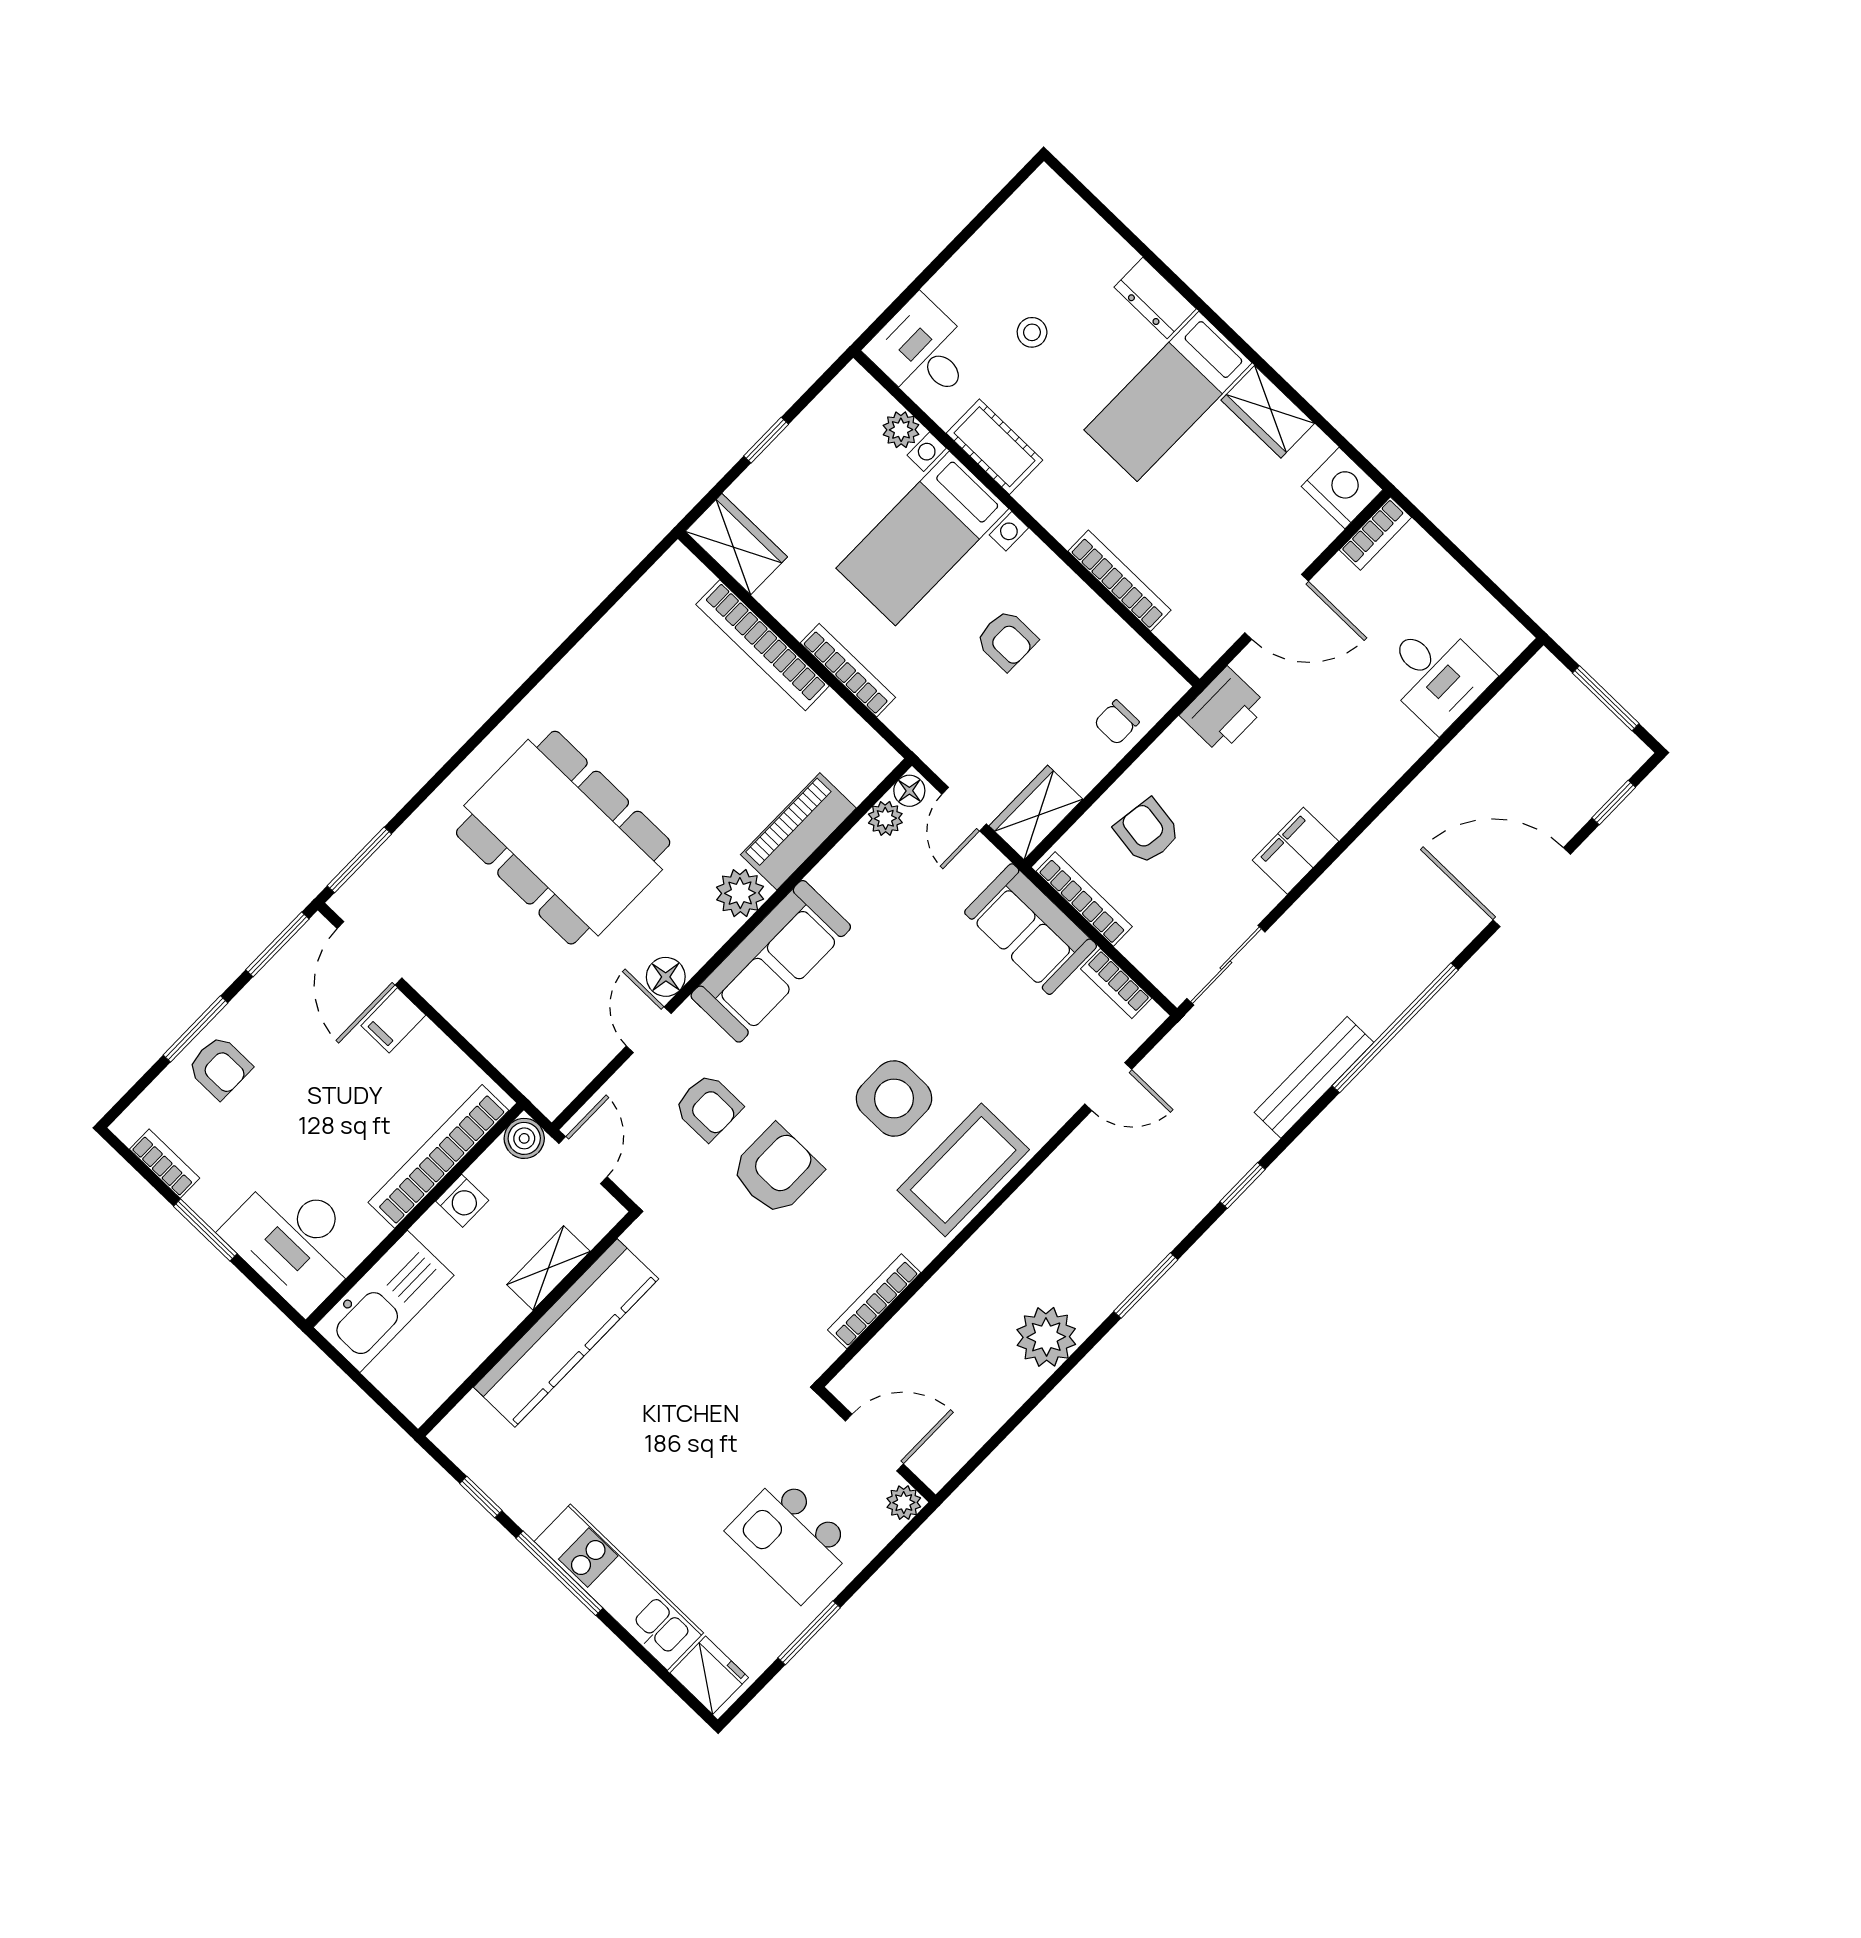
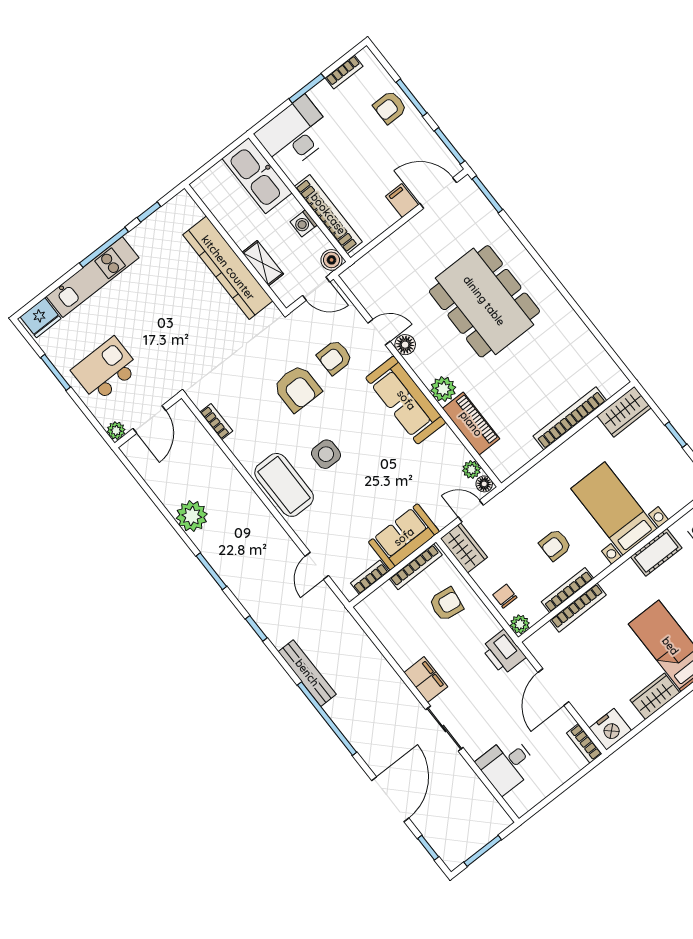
plant: (901, 430) -> (520, 624), moved
bookcase: (848, 670) -> (567, 590), moved, turned 180
dining table: (563, 838) -> (484, 301), turned 90
sliding door: (1226, 965) -> (444, 729), moved
side table: (894, 1098) -> (326, 454), width x0.73, depth x0.73
bookcase: (874, 1301) -> (216, 422), width x0.64

